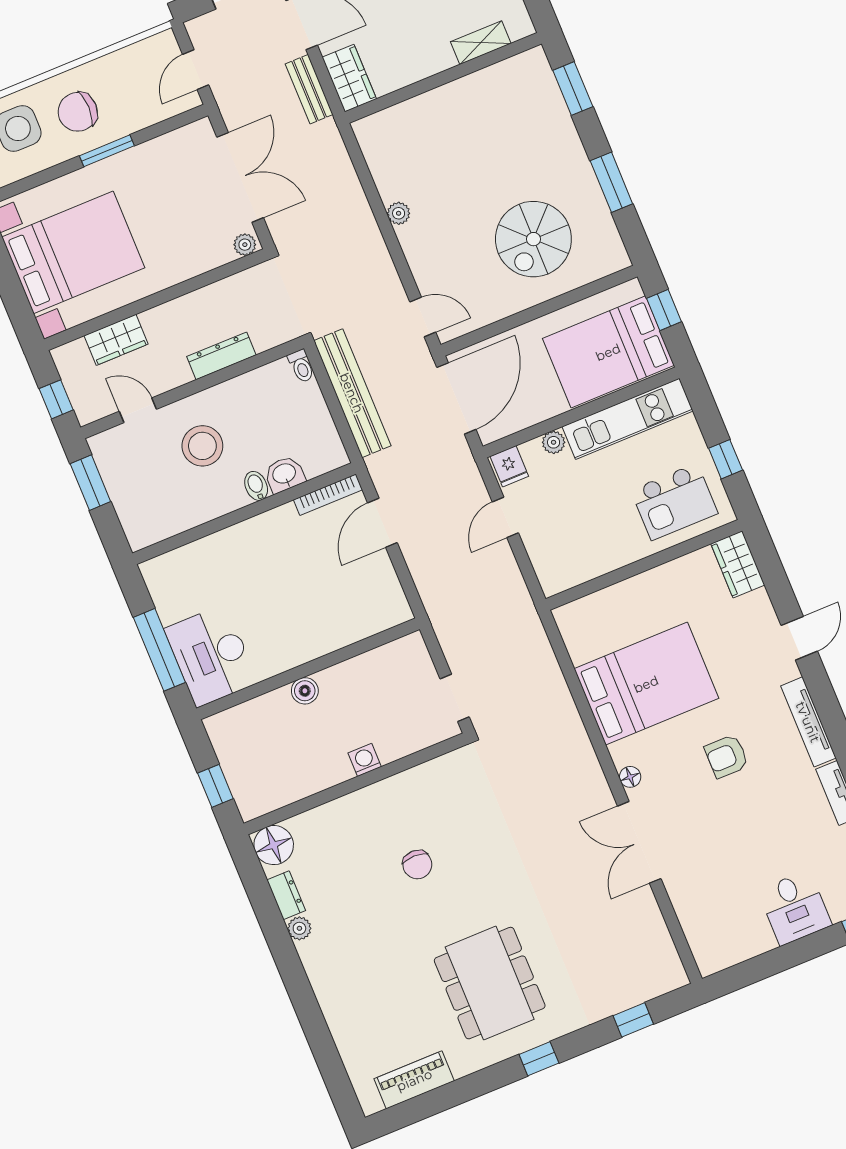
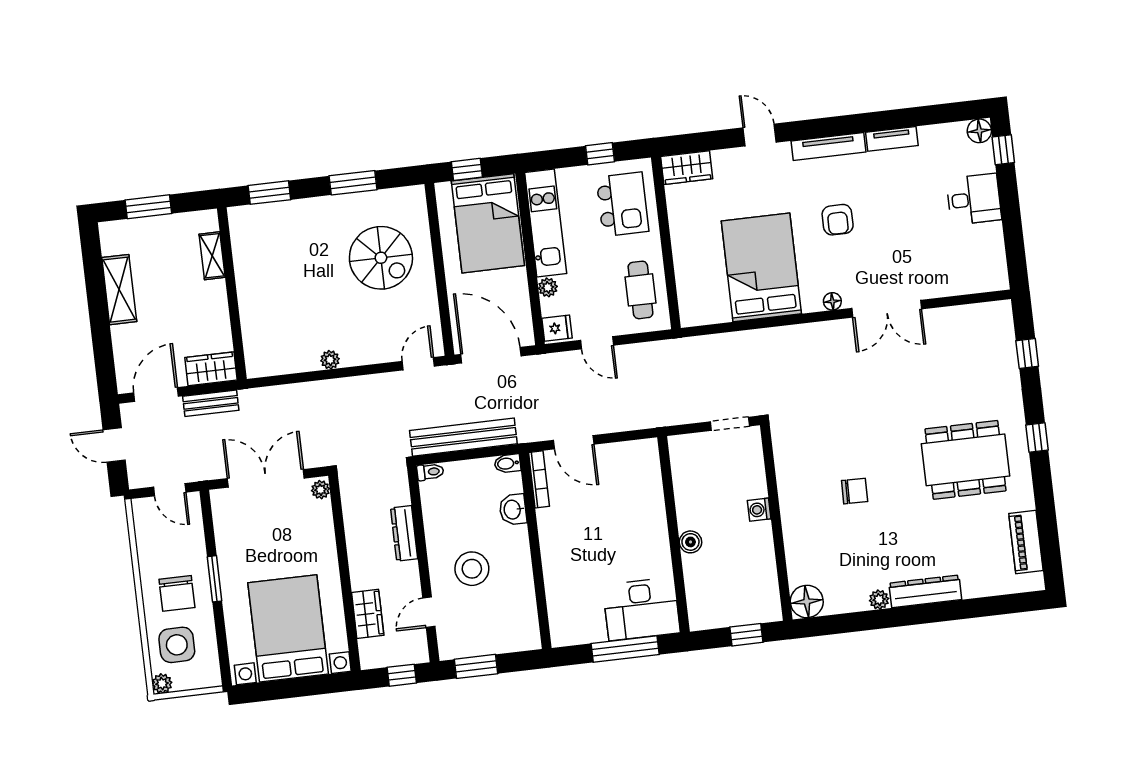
bidet: (256, 486) -> (507, 463), moved
cafe table: (581, 551) -> (640, 290), added
dresser: (286, 895) -> (925, 591), moved, width x1.96, depth x1.24

